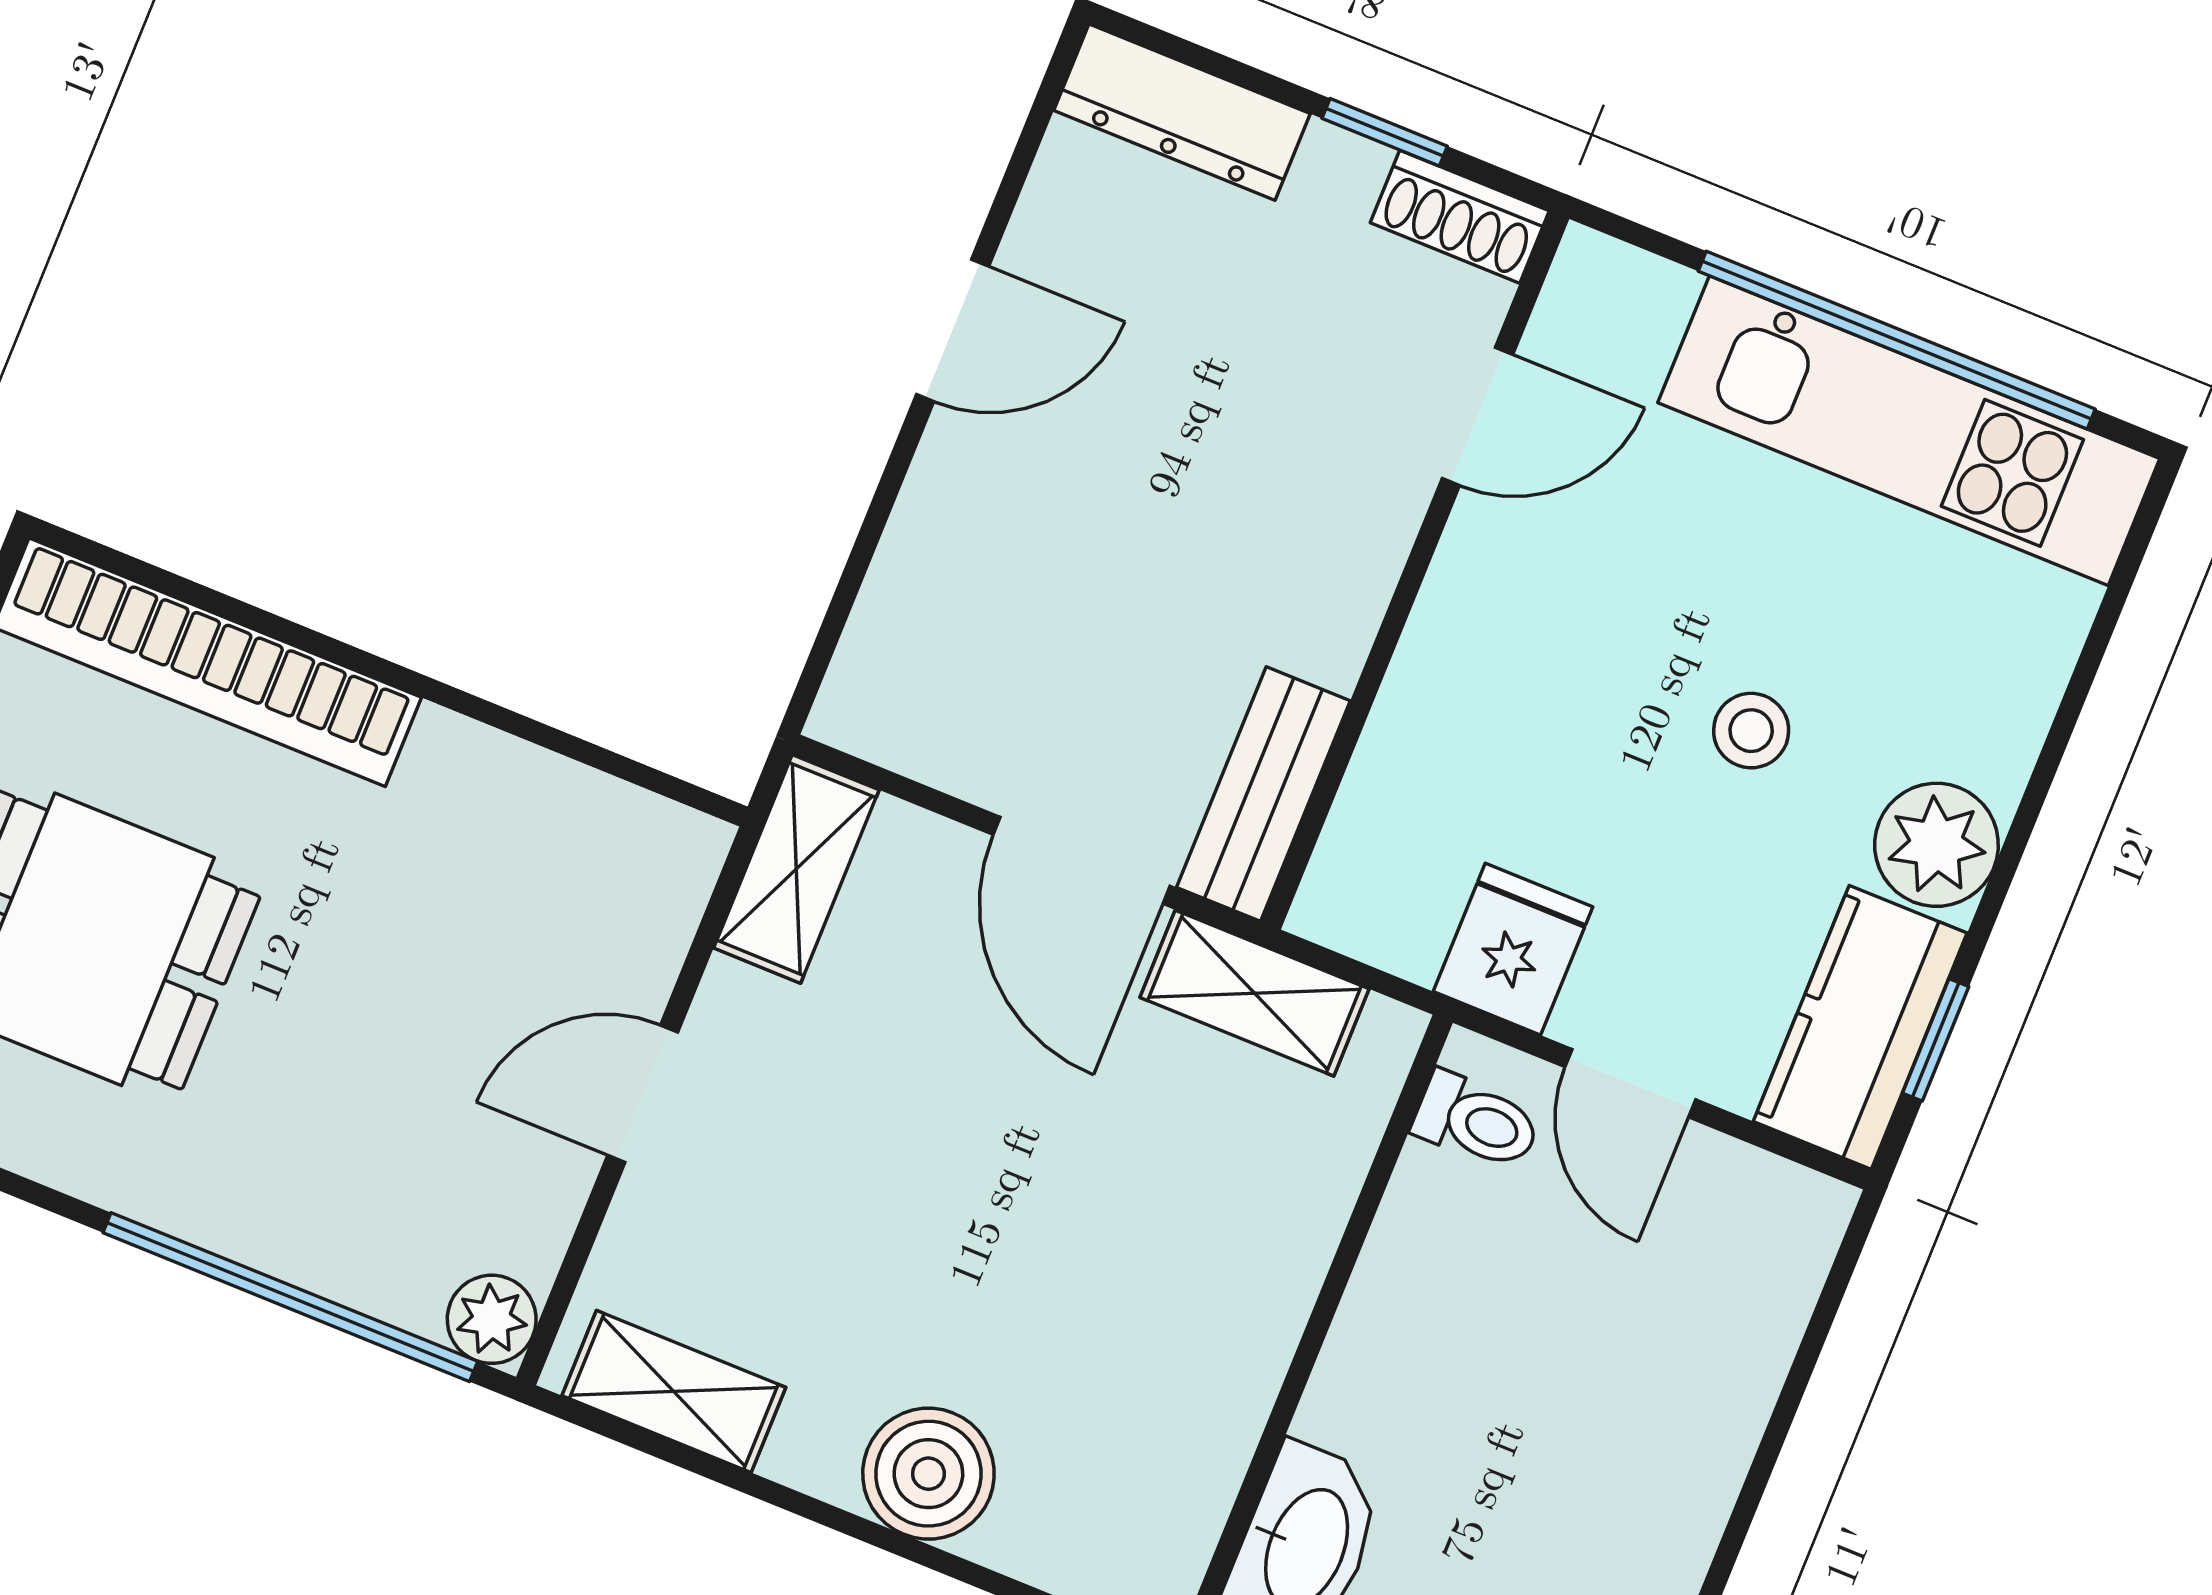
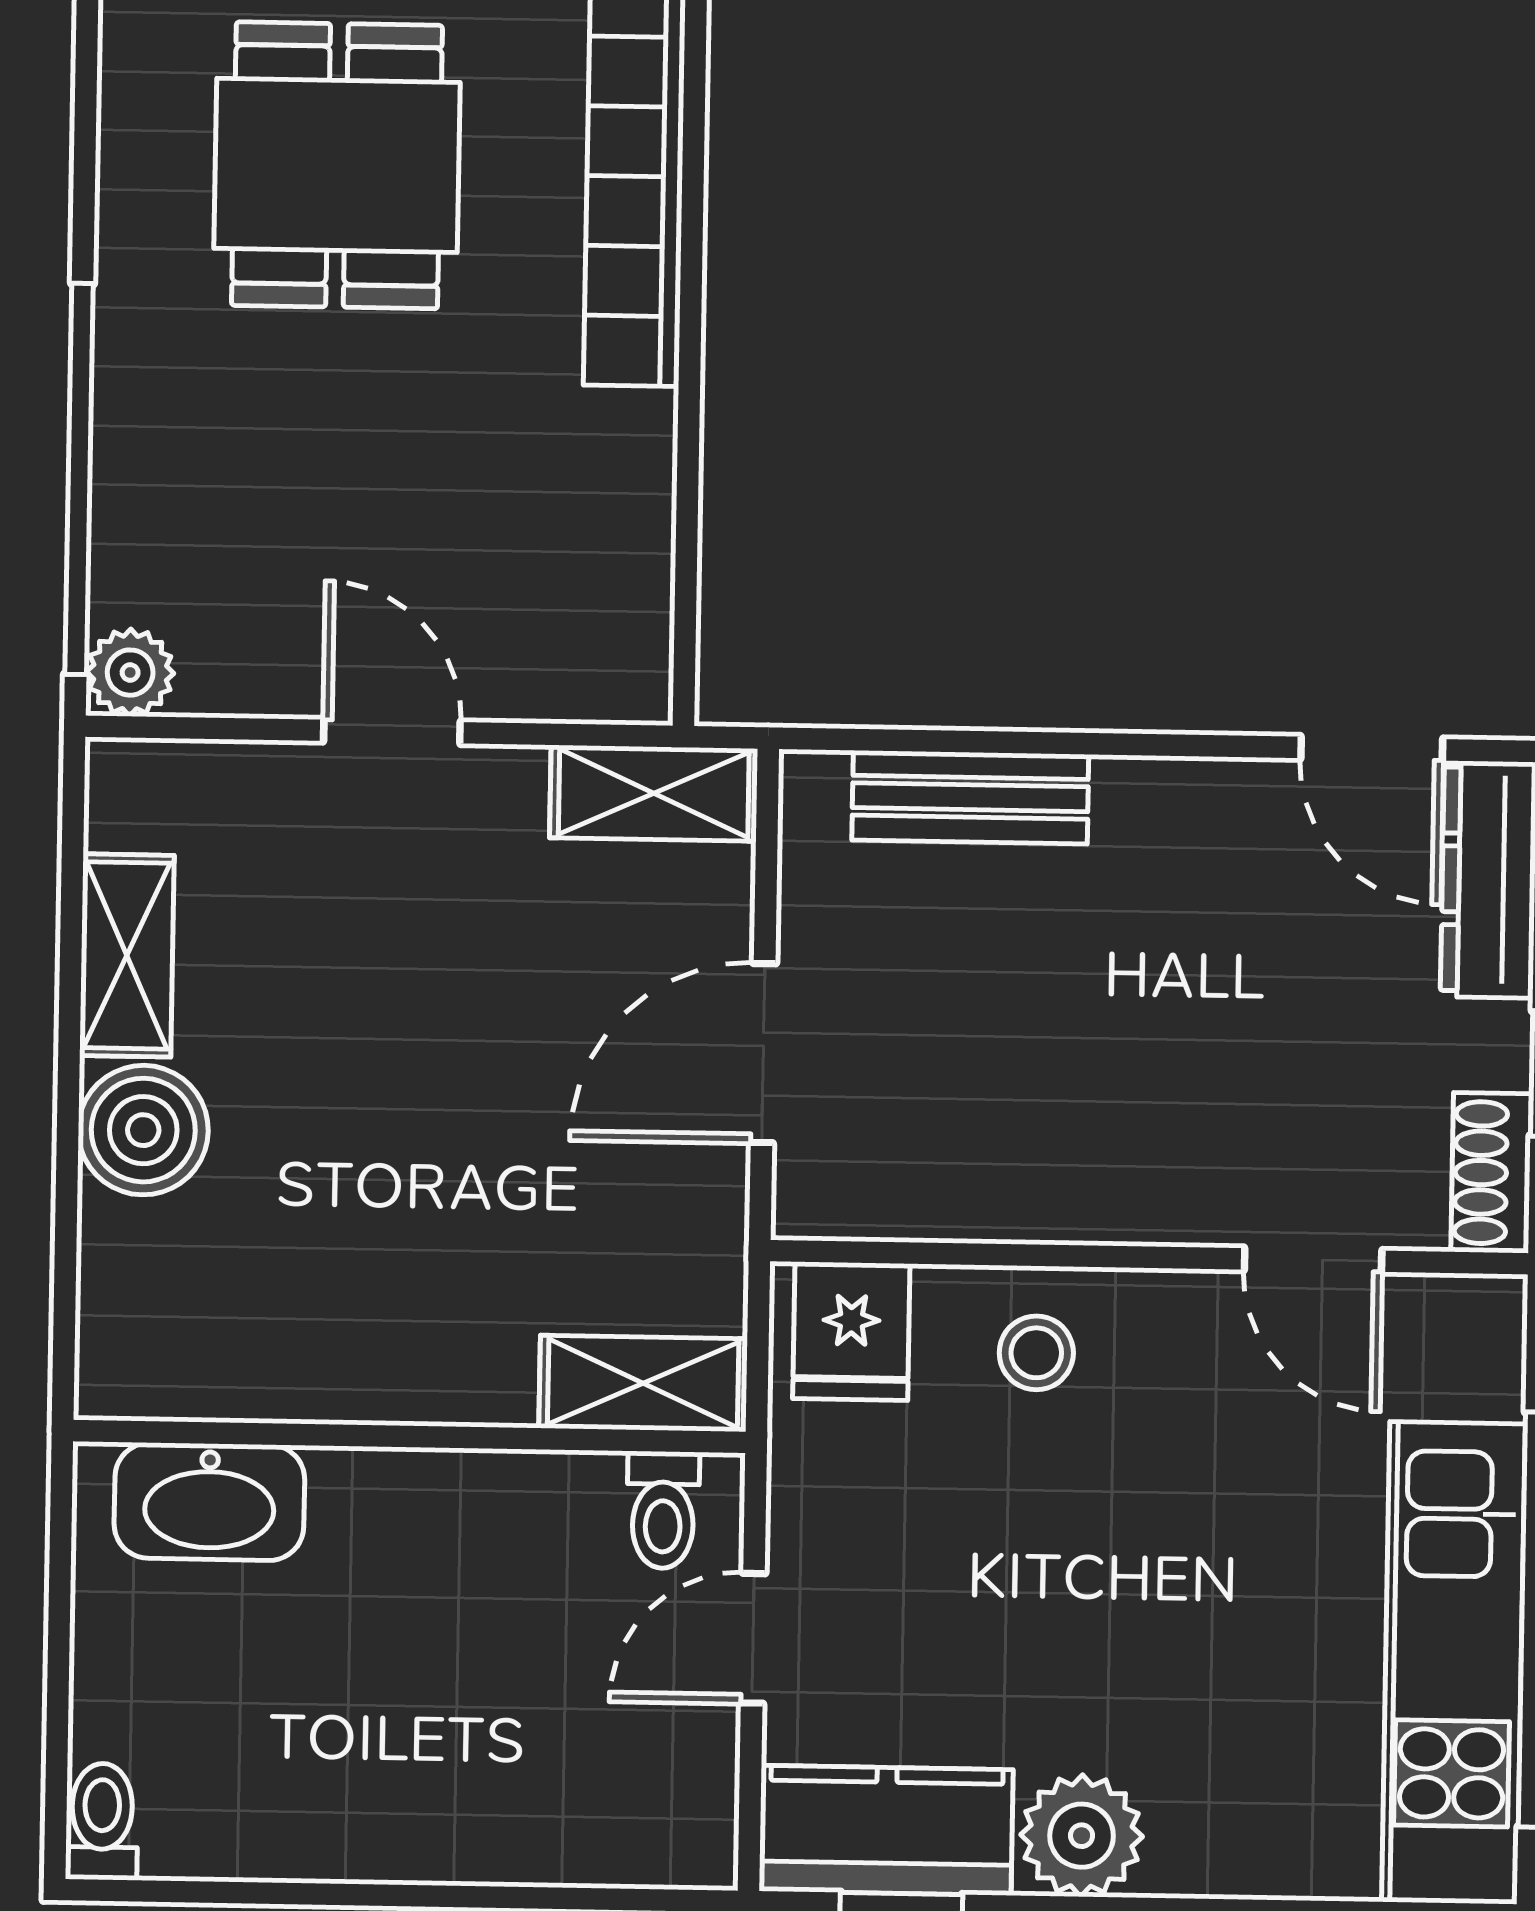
door: (953, 330) -> (1372, 749), moved
stool: (1751, 731) -> (1036, 1353), moved
bench: (1263, 794) -> (970, 797), moved
fridge: (1513, 949) -> (851, 1331), moved, turned 90
shelving: (1255, 993) -> (643, 1383), moved, turned 90
shelving: (674, 1391) -> (127, 955), moved

